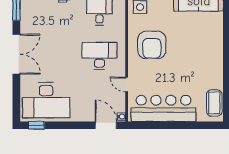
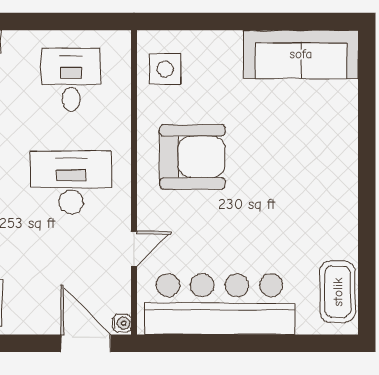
armchair: (152, 45) -> (193, 157), turned -90
door: (127, 85) -> (134, 249), swing flipped

